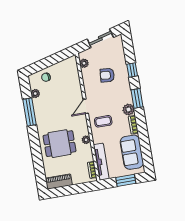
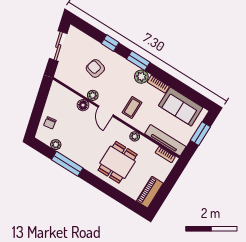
plant: (84, 63) -> (93, 95), moved
armchair: (107, 75) -> (95, 68), turned 100
floor lamp: (76, 88) -> (83, 105), added

